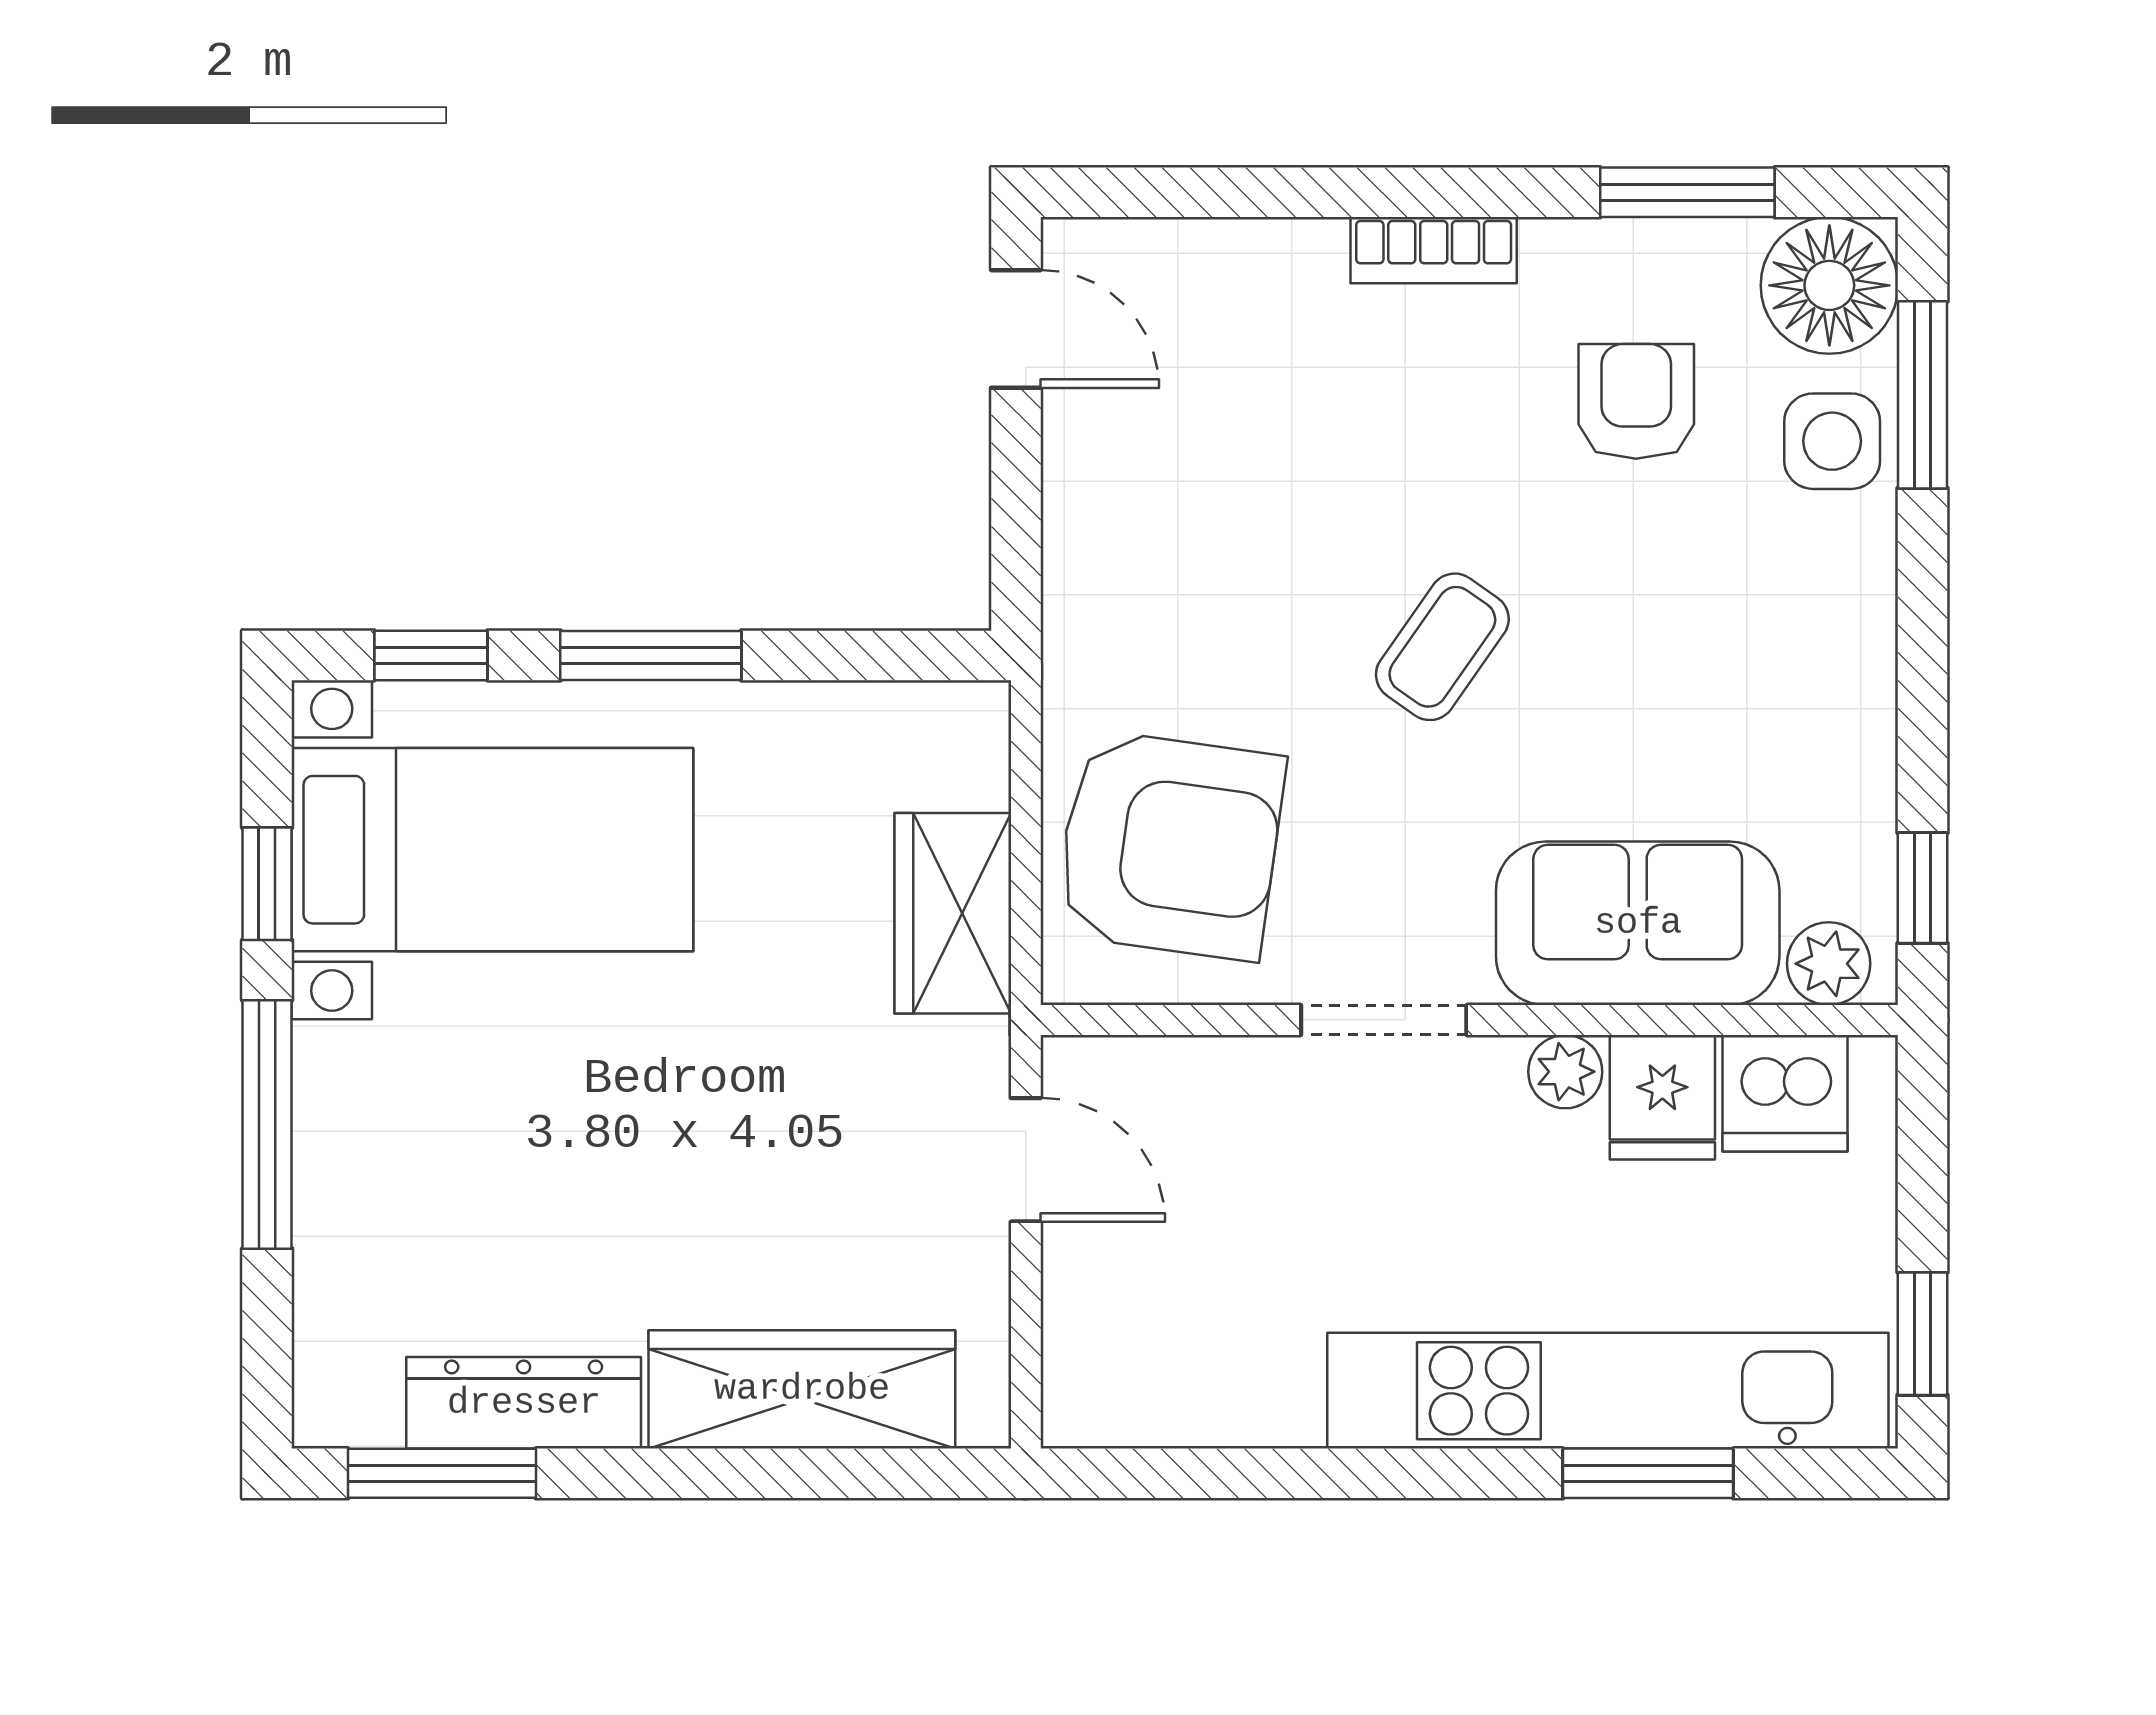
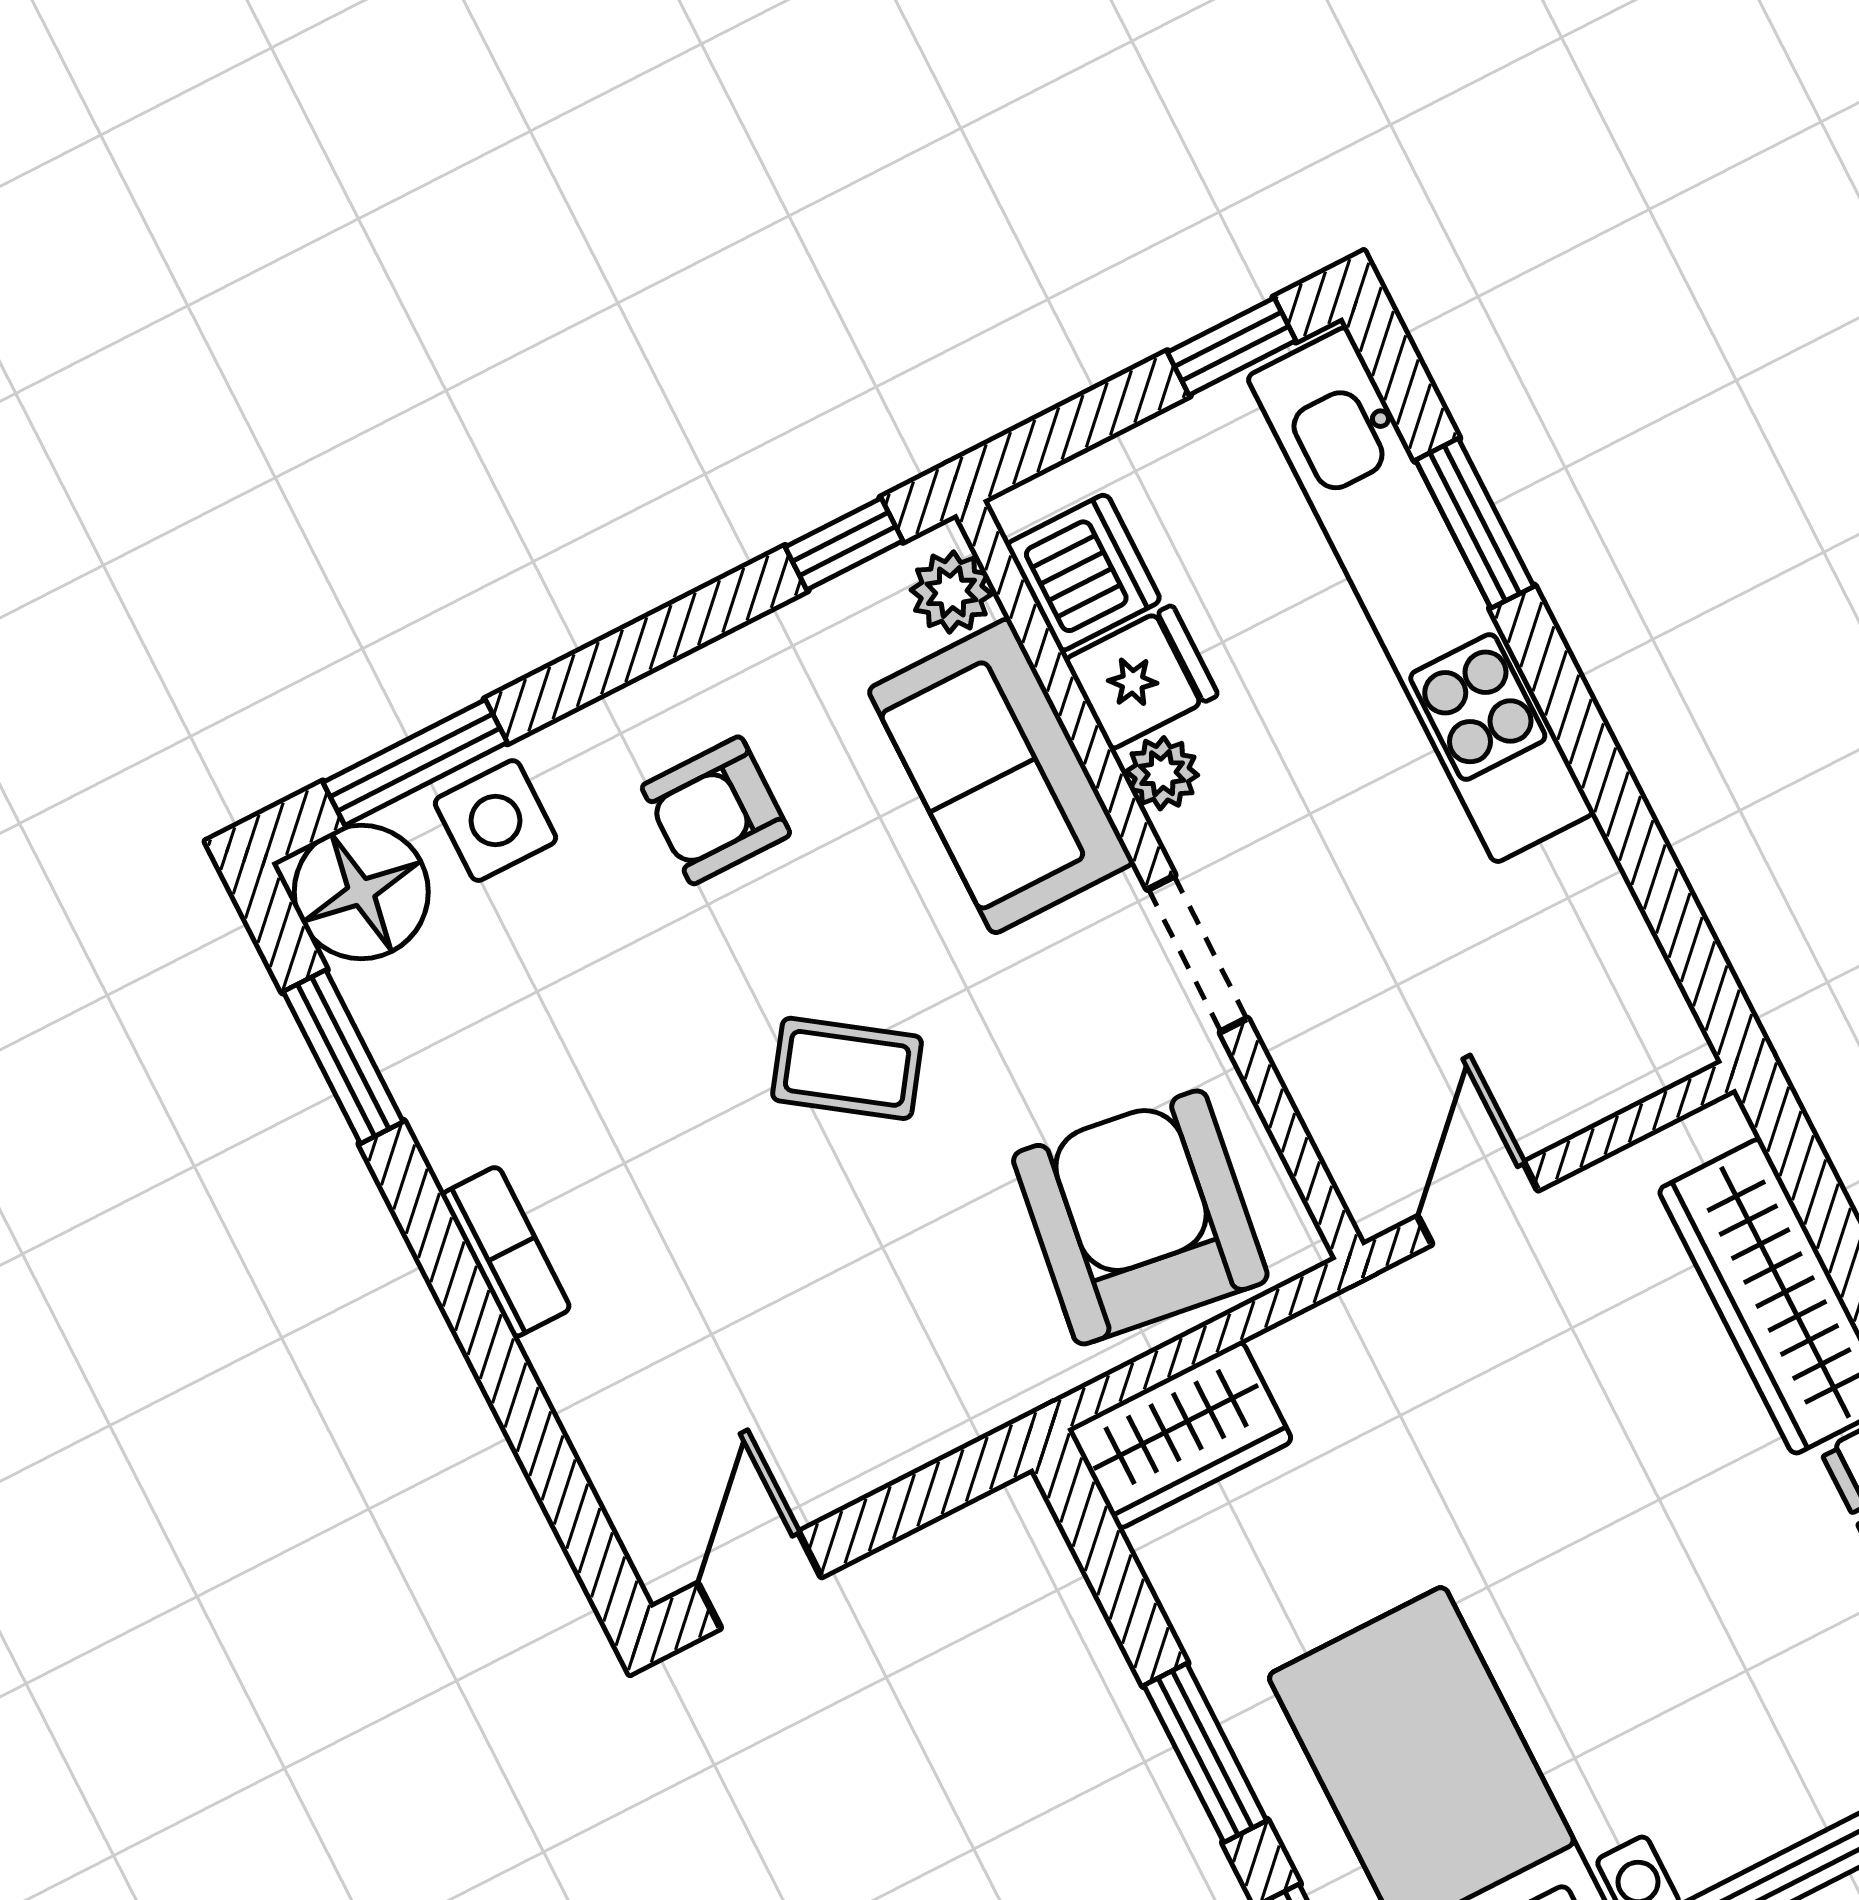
armchair: (1636, 401) -> (716, 810), moved
wardrobe: (953, 913) -> (1180, 1435), moved

